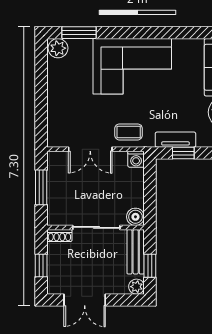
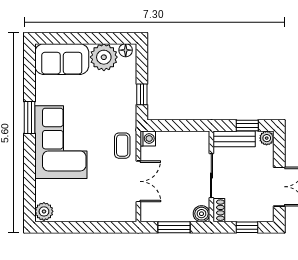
window: (79, 33) -> (30, 118), moved
tv unit: (175, 140) -> (129, 102), removed
boiler: (135, 217) -> (201, 214), moved

